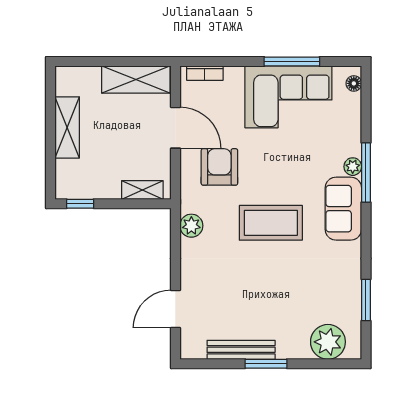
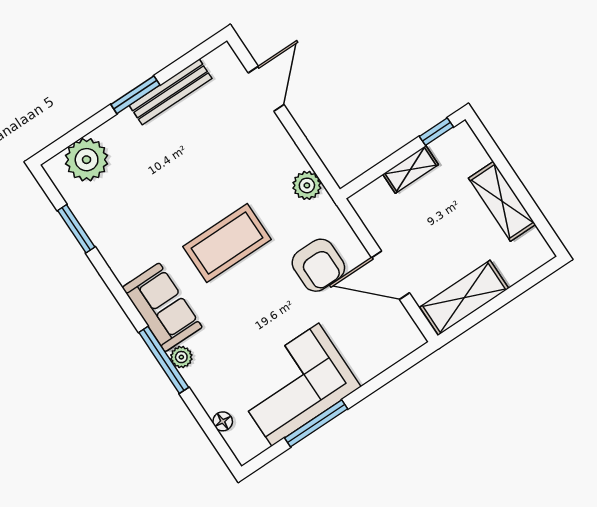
bookcase: (205, 73) -> (398, 352), removed
floor lamp: (354, 83) -> (223, 421), moved
shelving: (142, 190) -> (410, 169), moved

